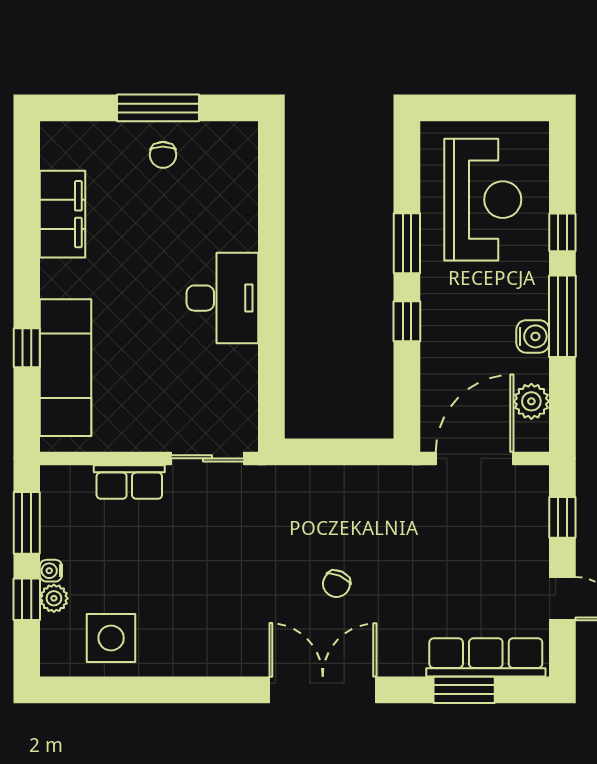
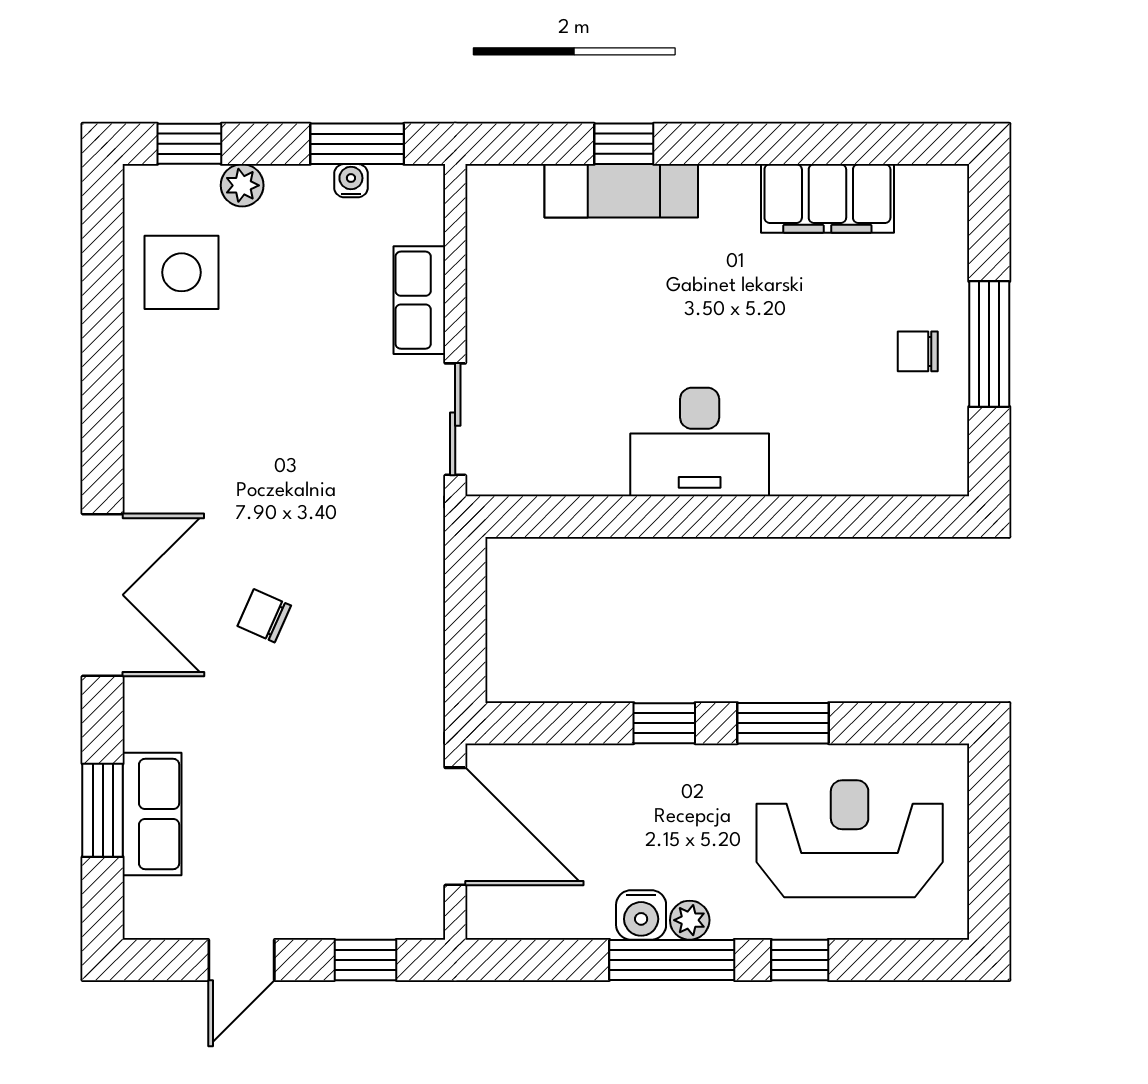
reception desk: (483, 200) -> (850, 839), turned 180
exam couch: (66, 368) -> (621, 191), width x0.73, depth x0.69
plant: (531, 401) -> (690, 920), moved, width x0.73, depth x0.73
water cooler: (51, 571) -> (351, 181), moved
window: (27, 599) -> (189, 144), moved
row of seats: (486, 657) -> (152, 814), width x0.68

